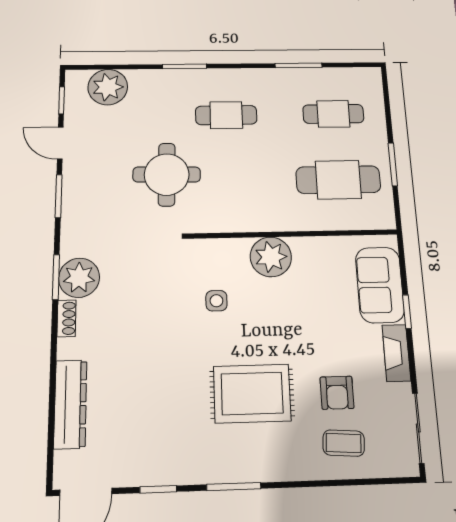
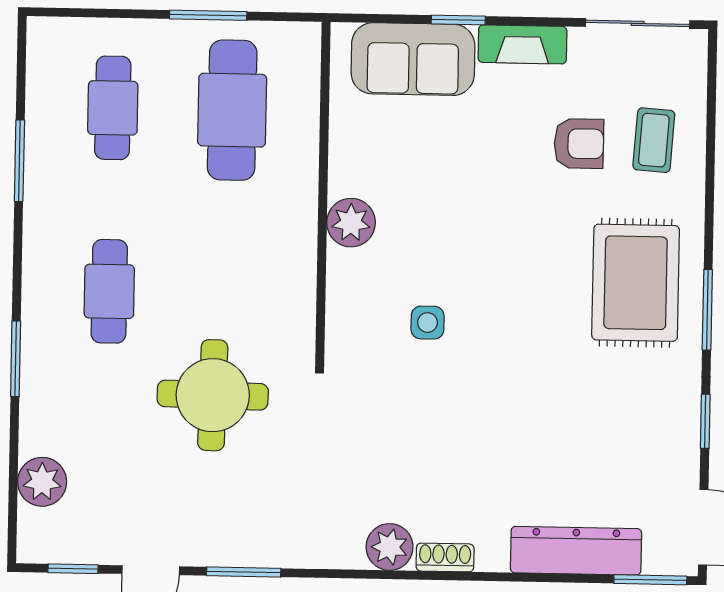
plant: (108, 87) -> (42, 482), width x0.73, depth x0.73
plant: (271, 257) -> (351, 223), width x0.73, depth x0.73
window: (56, 277) -> (650, 580), moved
plant: (79, 278) -> (390, 547), width x0.73, depth x0.73
rug: (252, 393) -> (636, 283), moved

